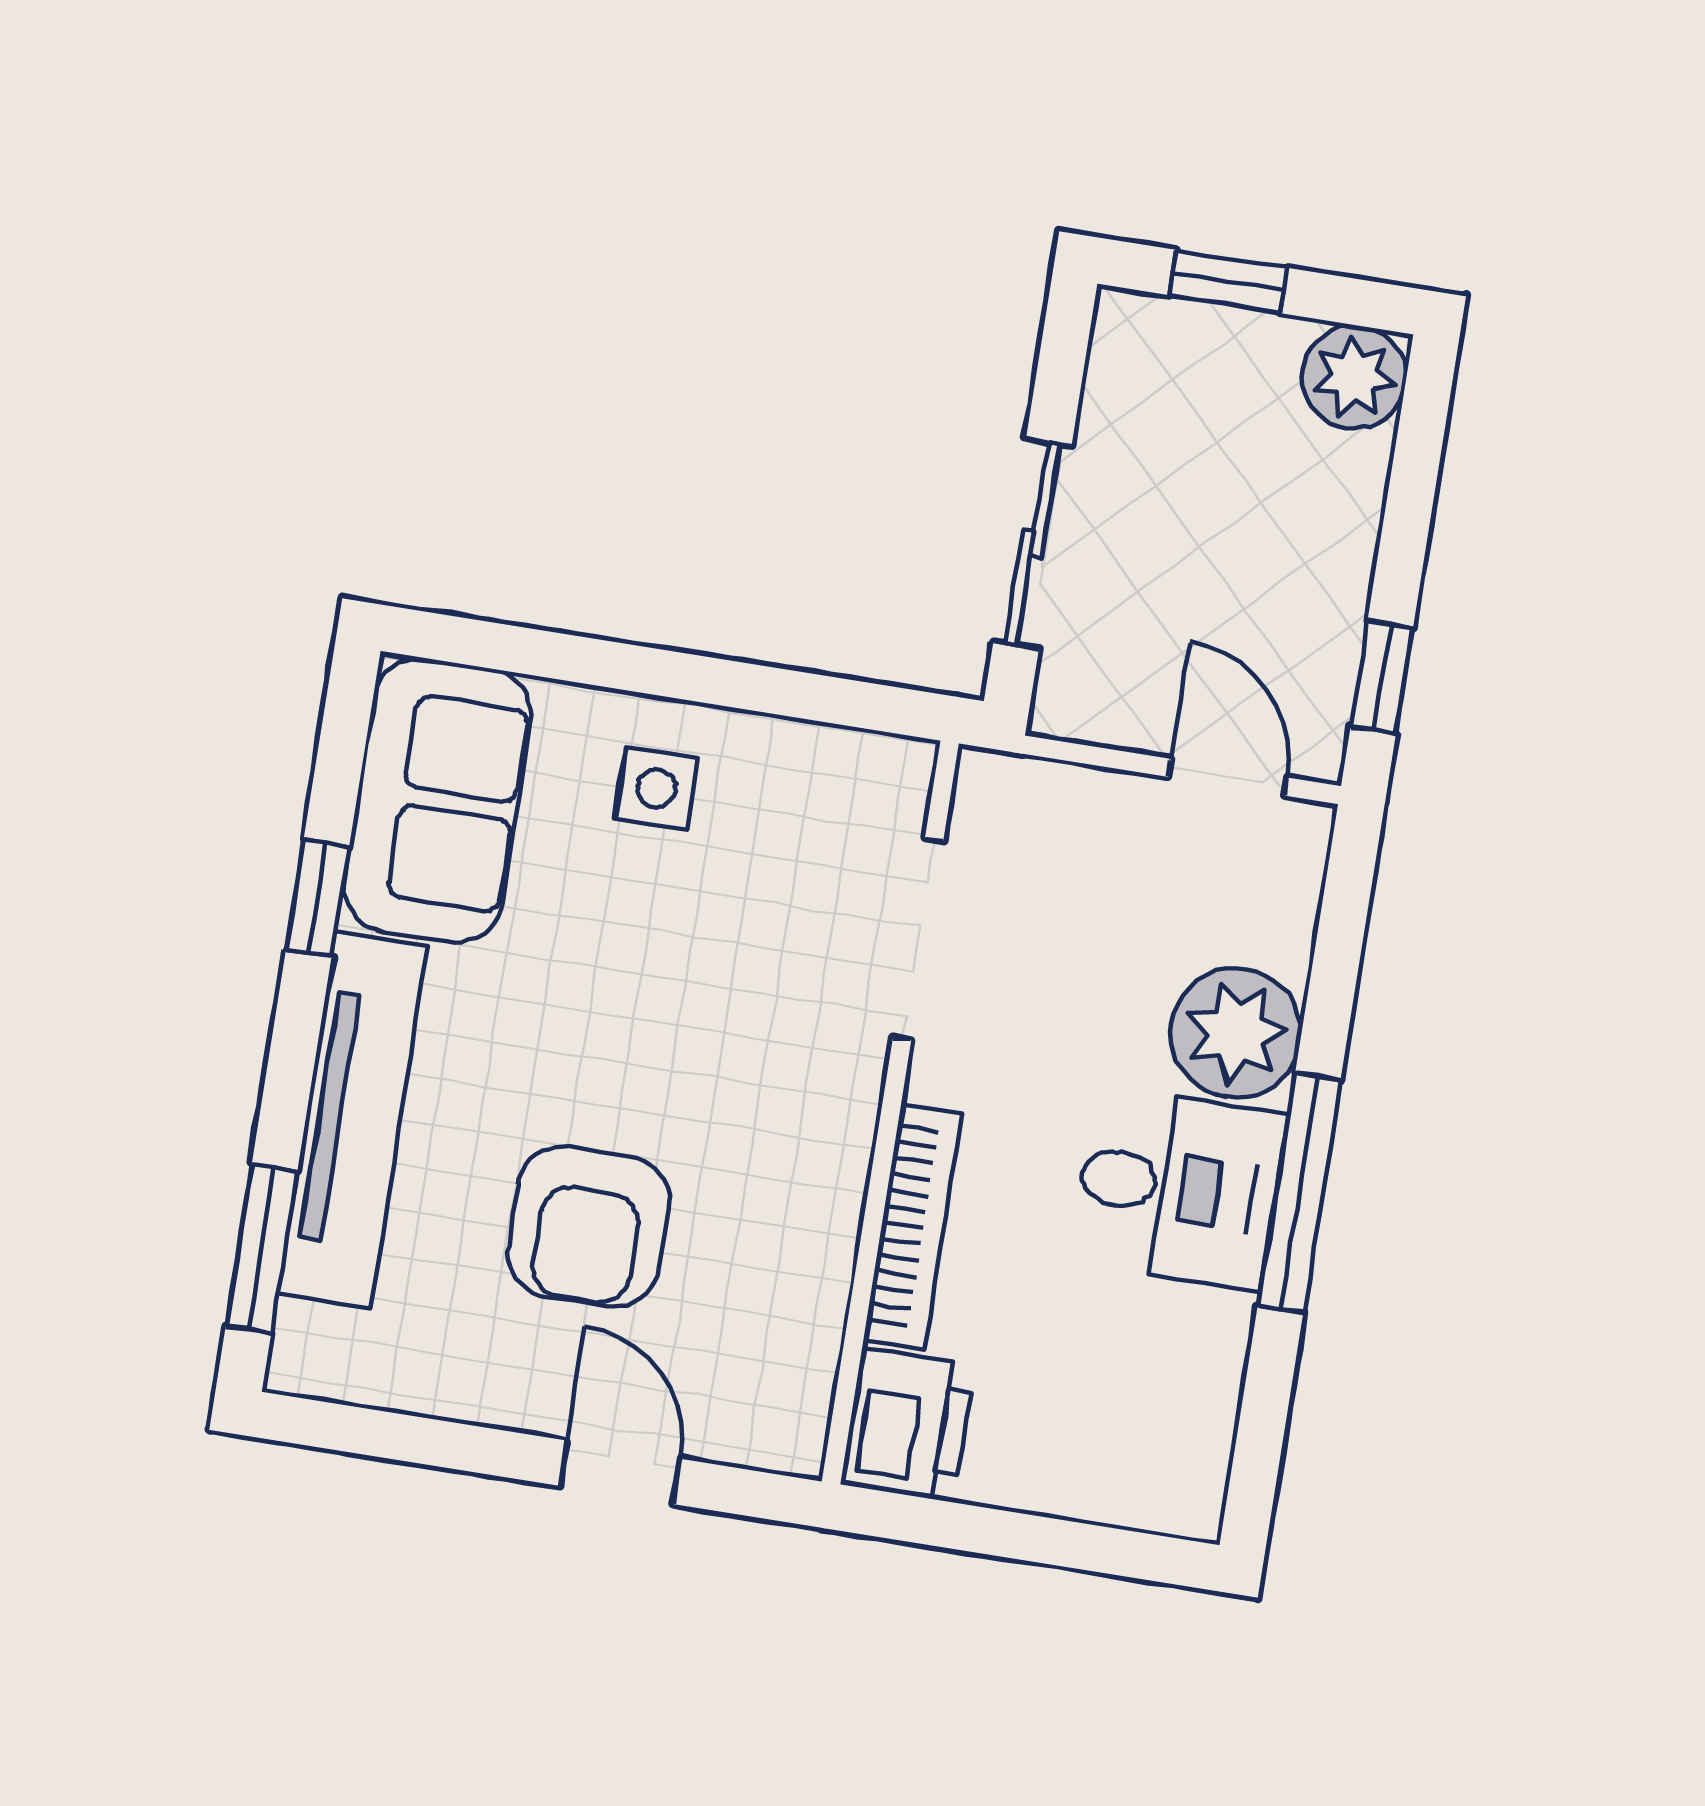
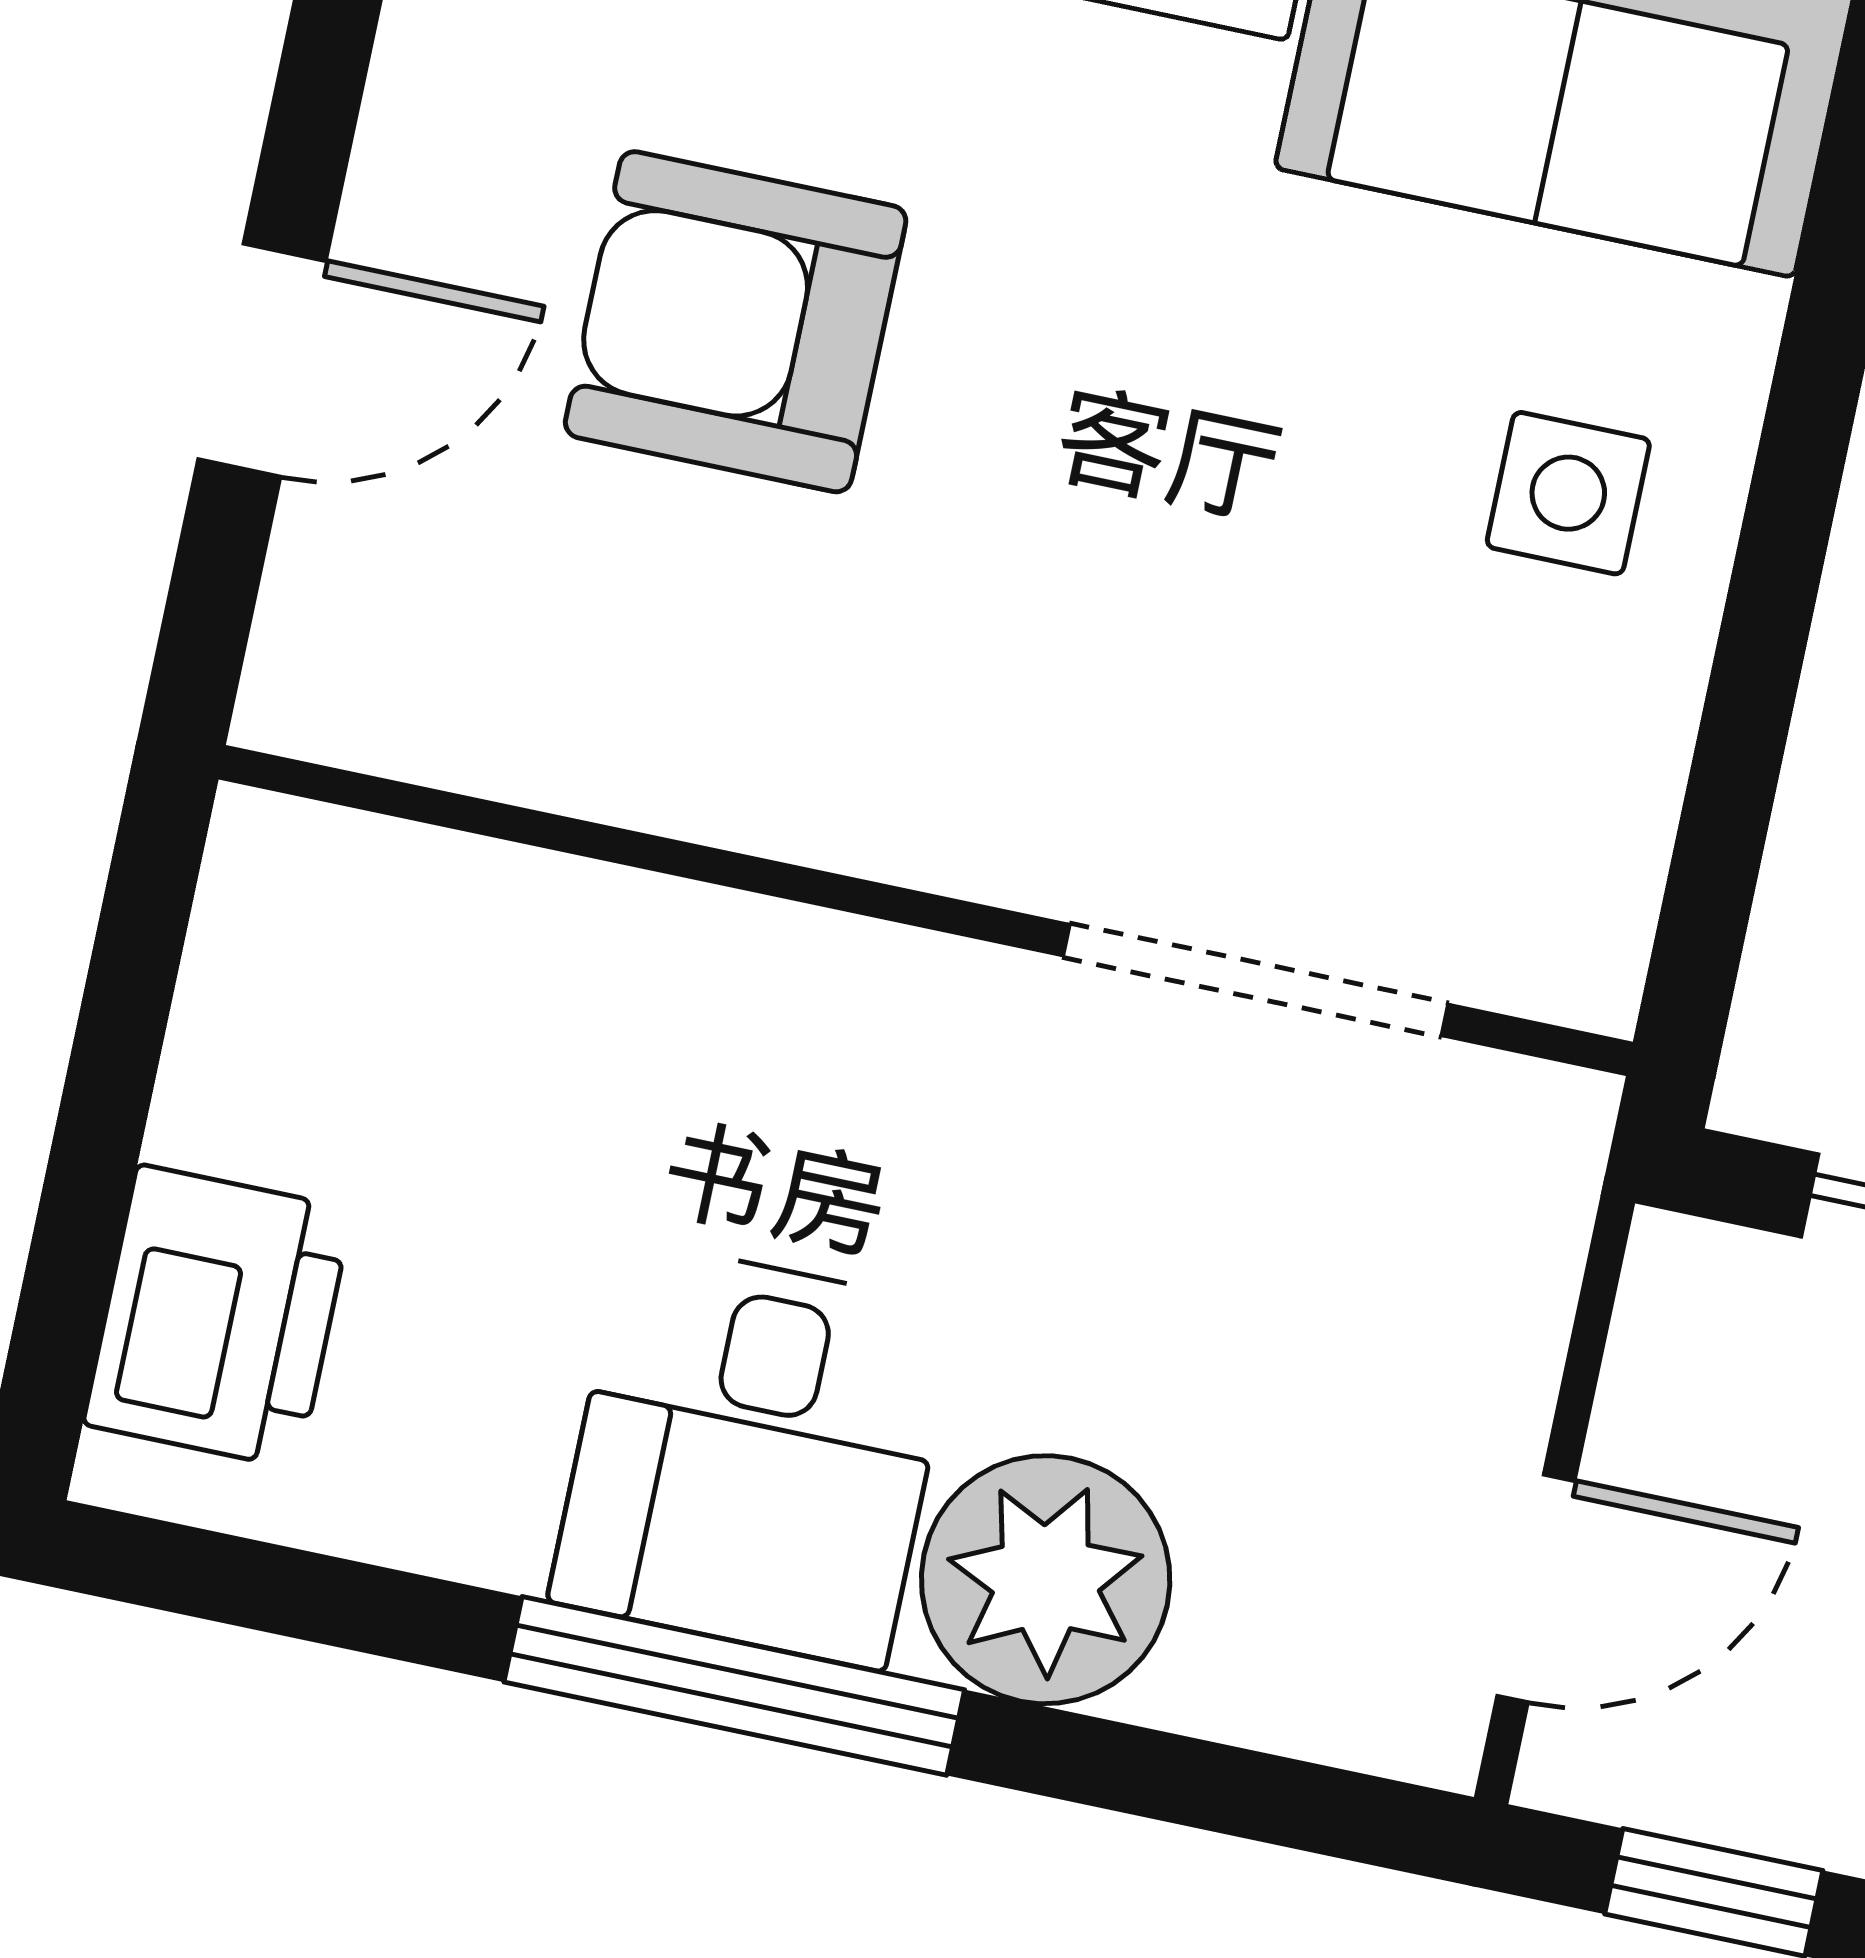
bookcase: (912, 1227) -> (705, 942), removed
printer: (908, 1425) -> (218, 1317), moved, turned -90

